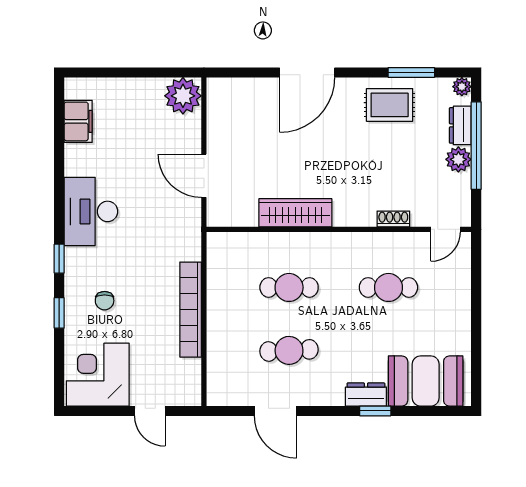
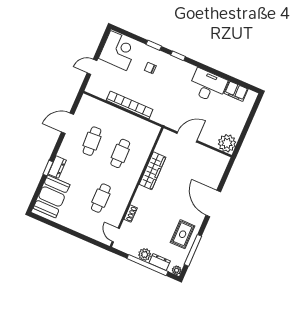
window: (411, 72) -> (193, 250), width x1.44
desk: (91, 211) -> (208, 86), moved

